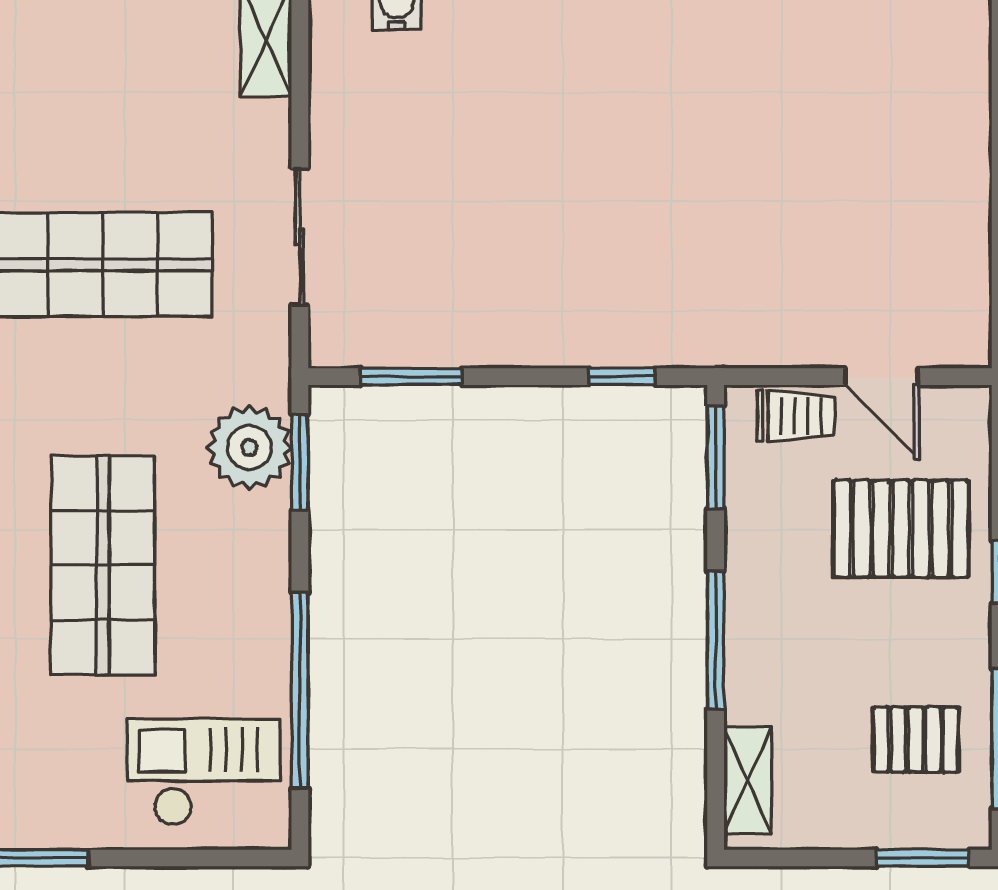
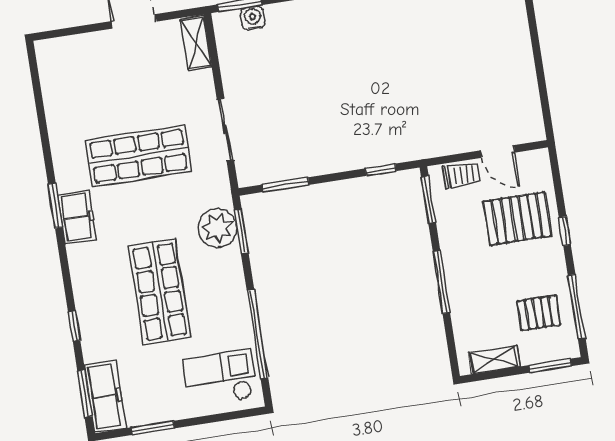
shelving: (748, 780) -> (494, 360), moved, turned 90

